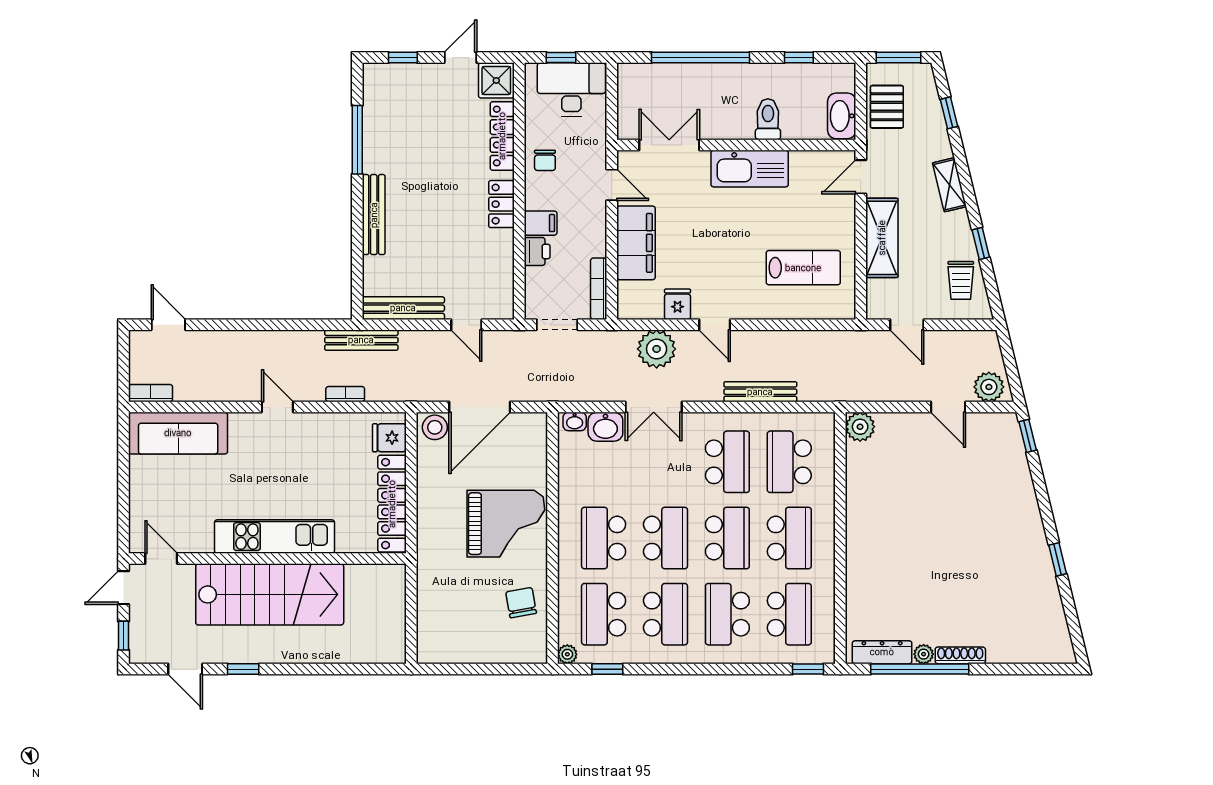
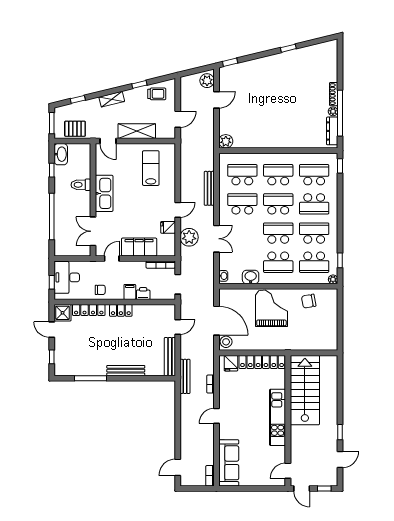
washbasin: (842, 116) -> (61, 154), moved, turned -90
washbasin: (605, 427) -> (251, 277), moved, turned -90
school desk: (789, 462) -> (242, 175), turned 180
stairs: (270, 594) -> (305, 390), moved

